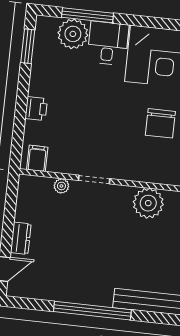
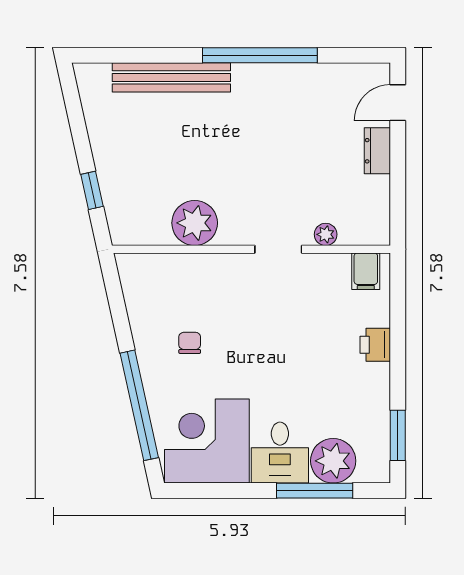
chair: (160, 123) -> (190, 343), width x0.54, depth x0.54

